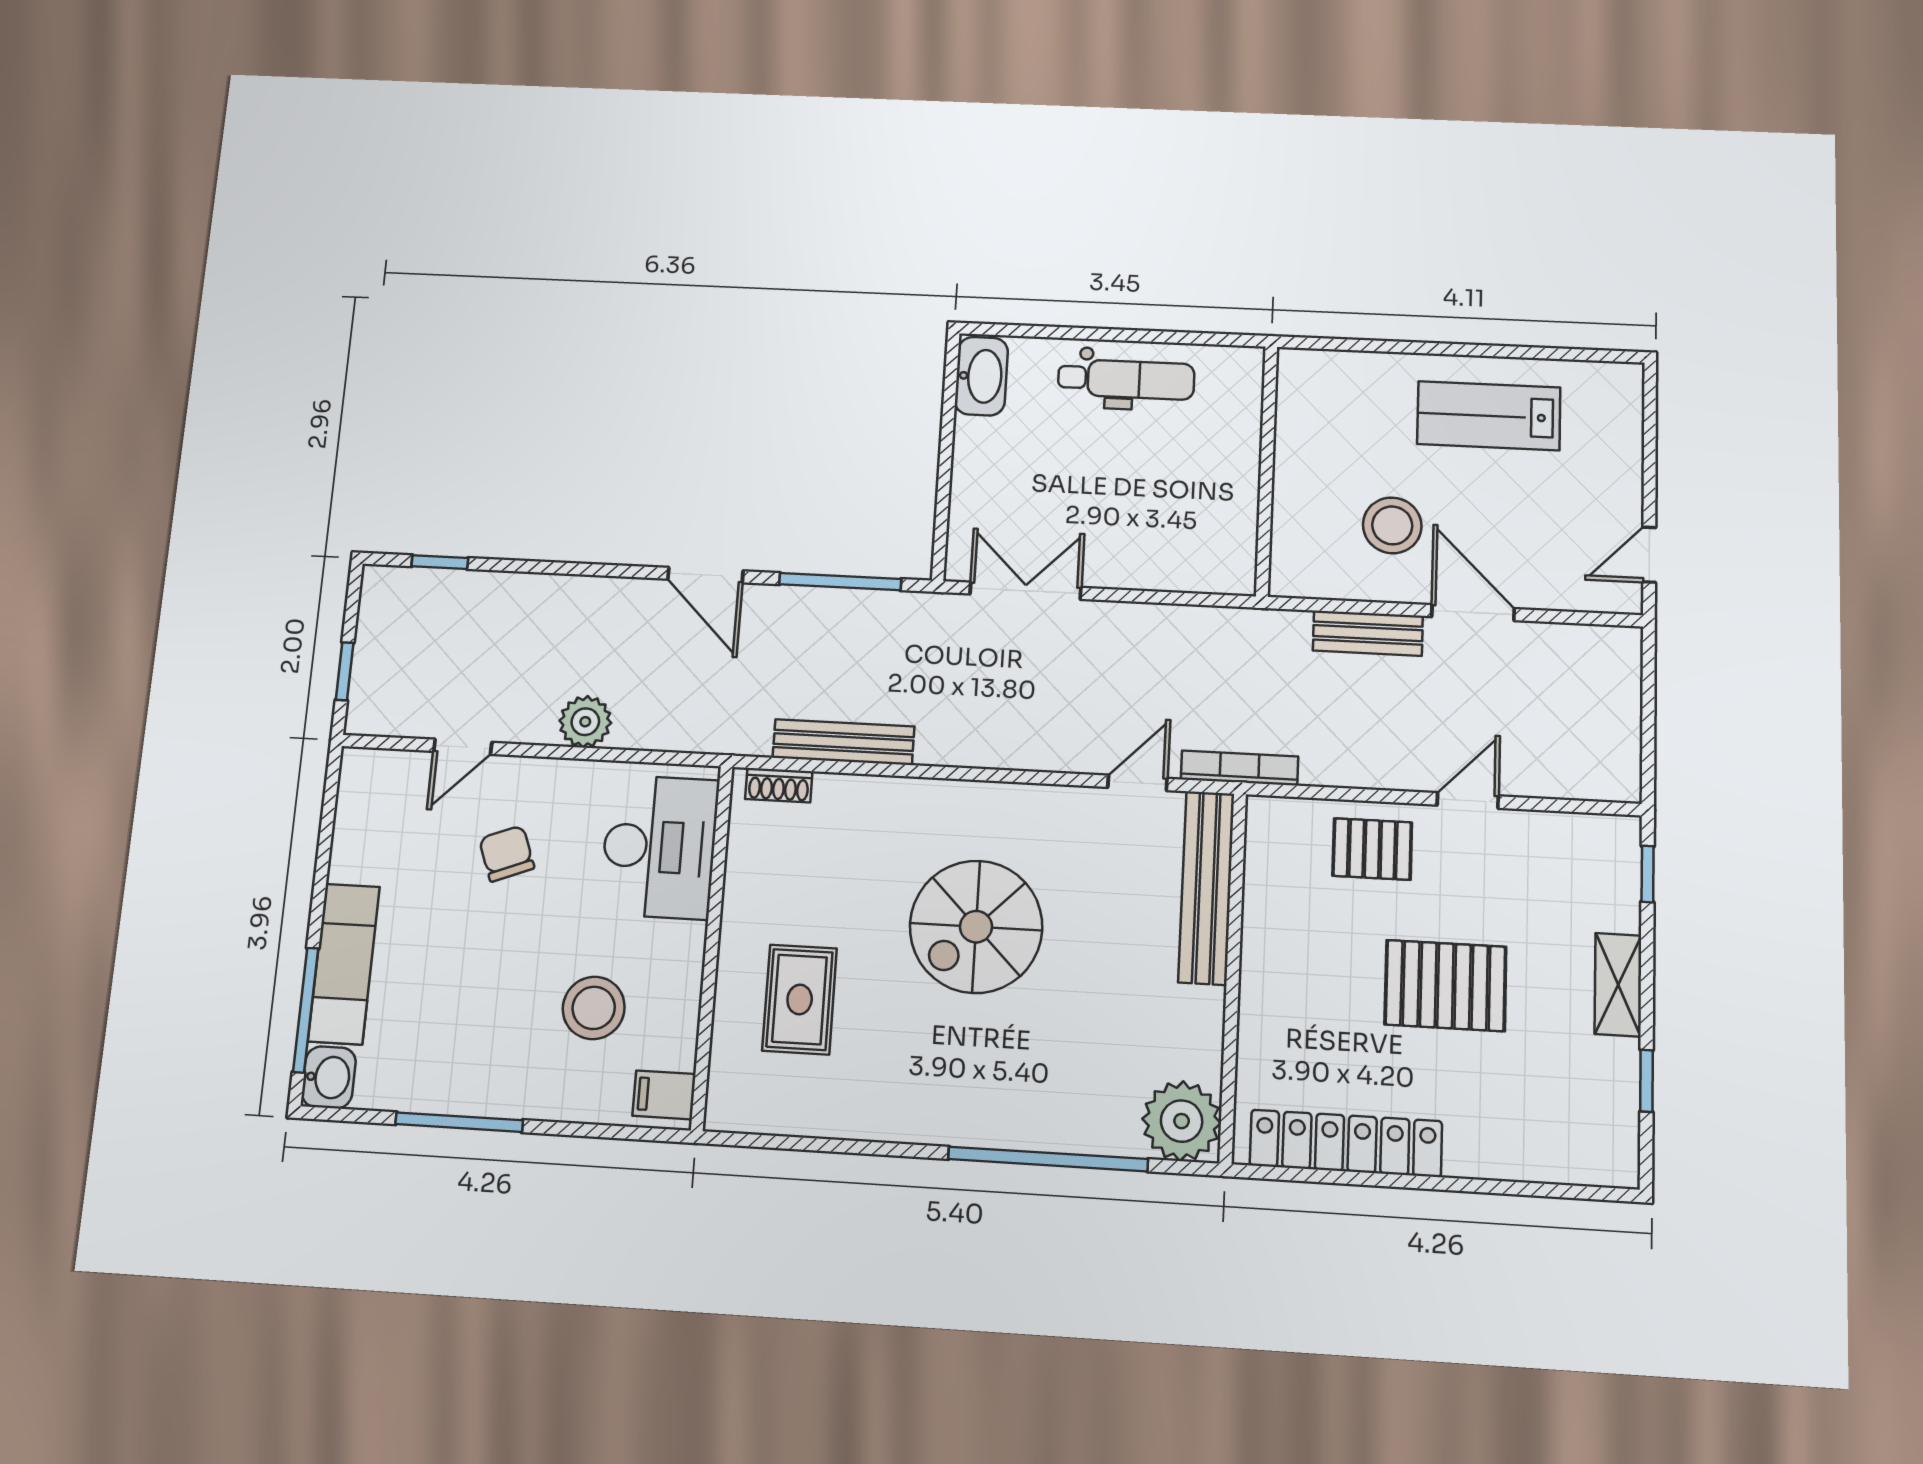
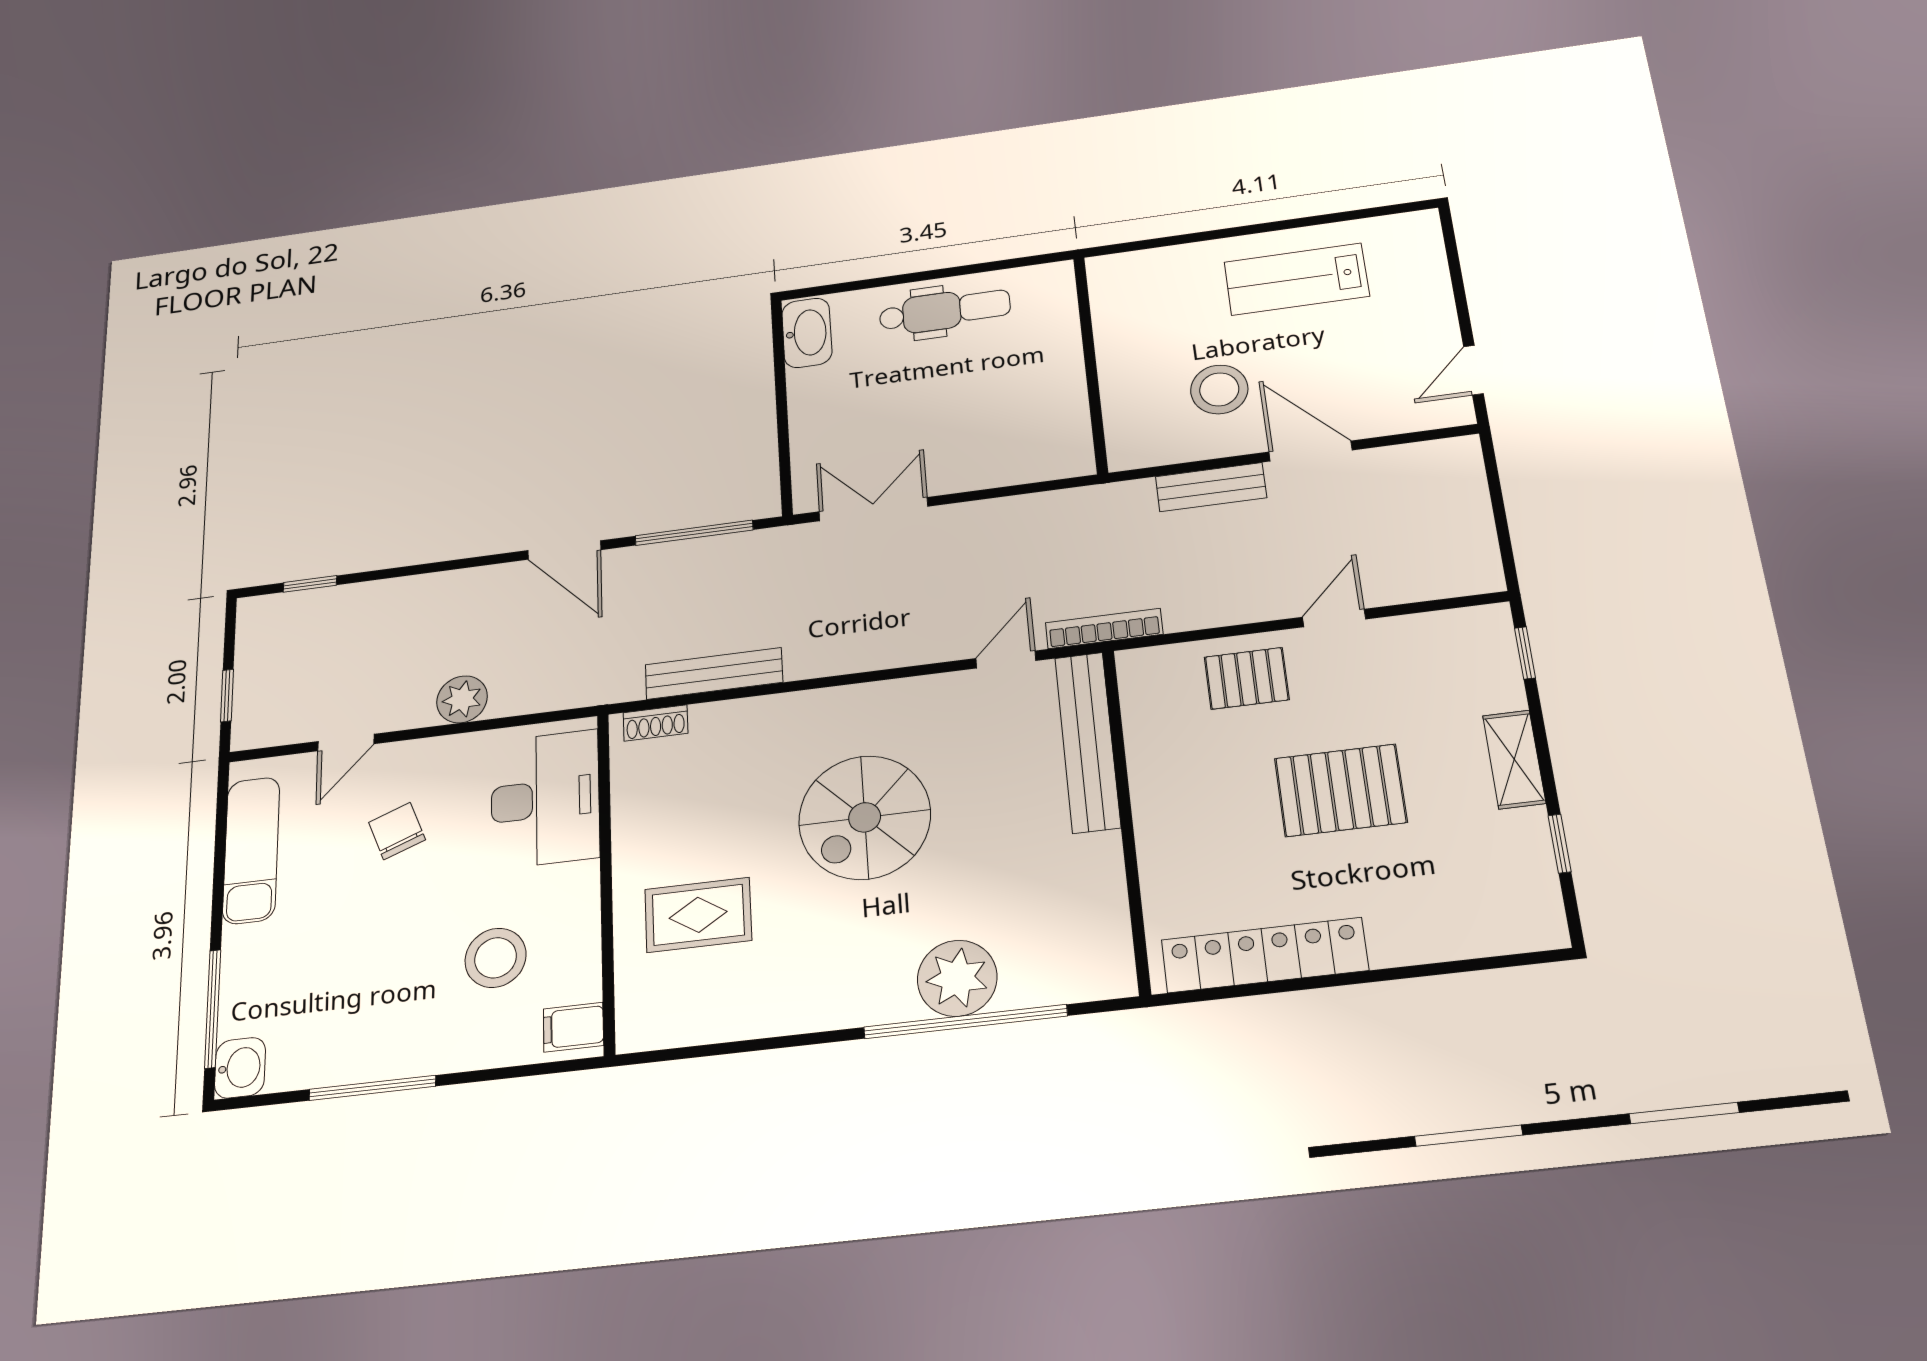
exam couch: (344, 964) -> (251, 850), moved
rug: (800, 1000) -> (698, 915), turned 90
plant: (1182, 1121) -> (957, 978), moved

